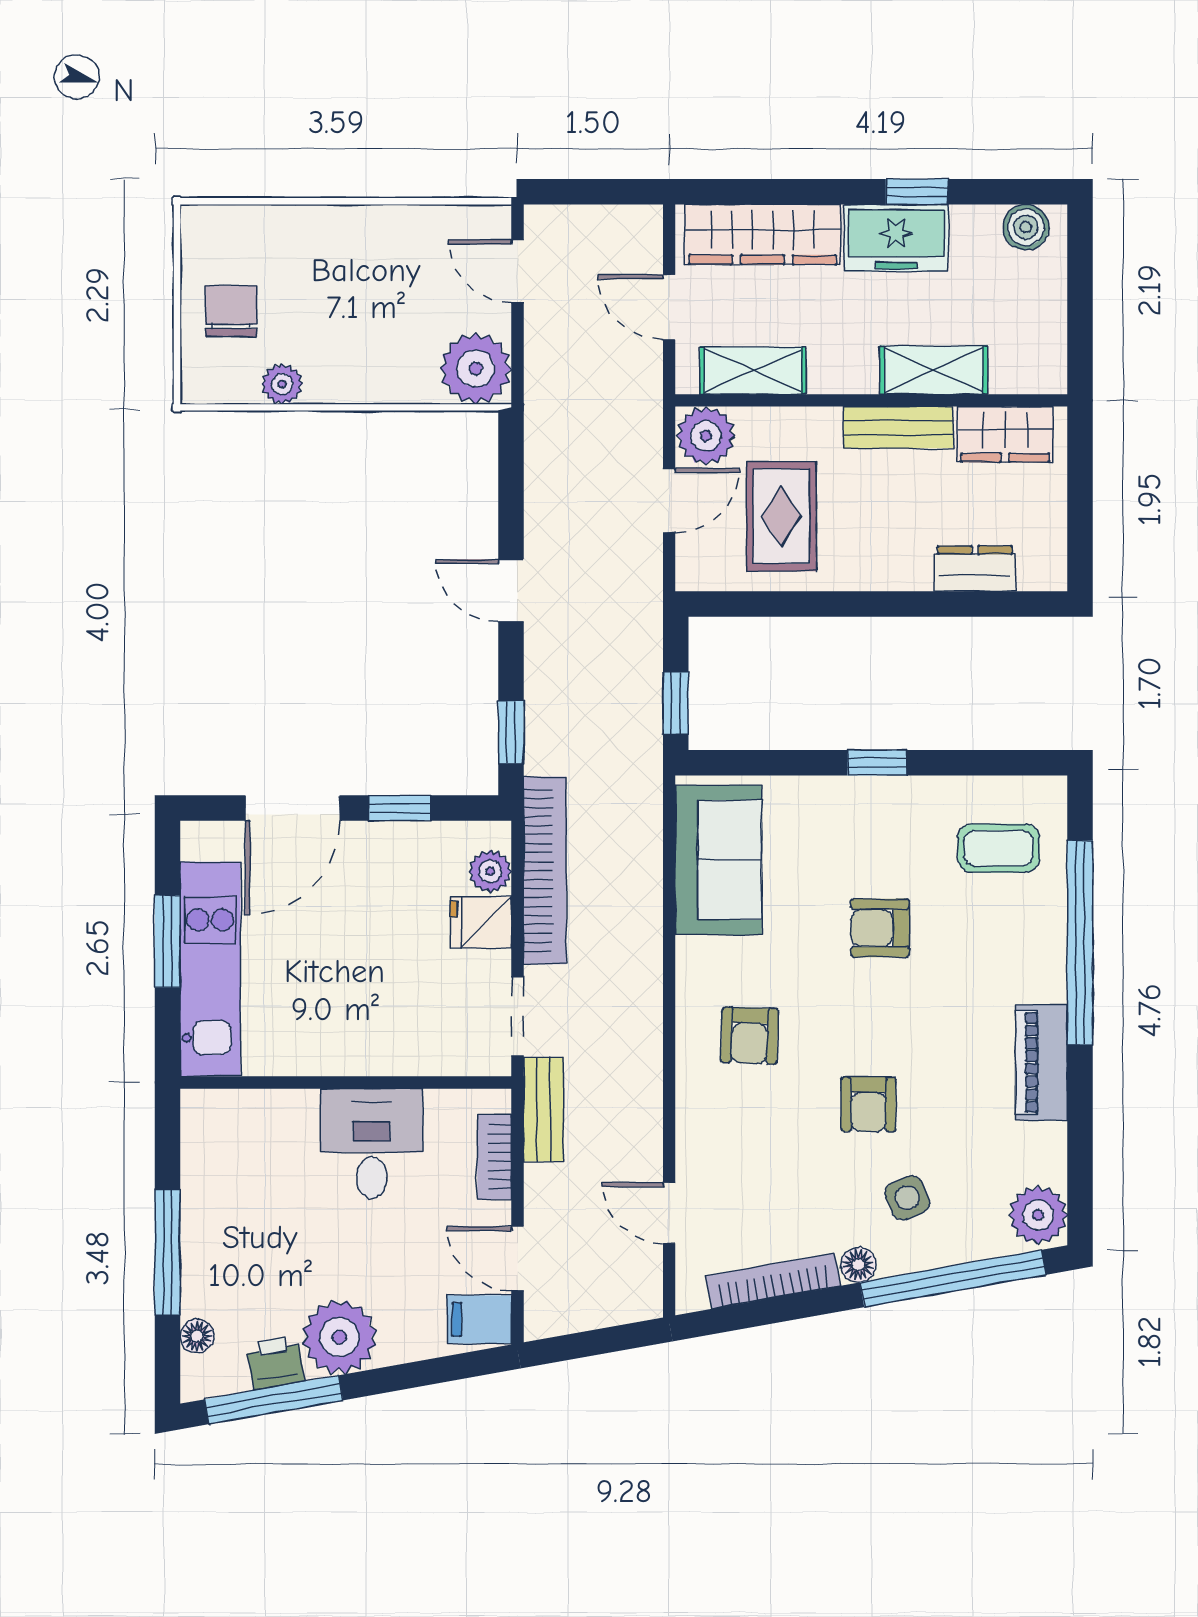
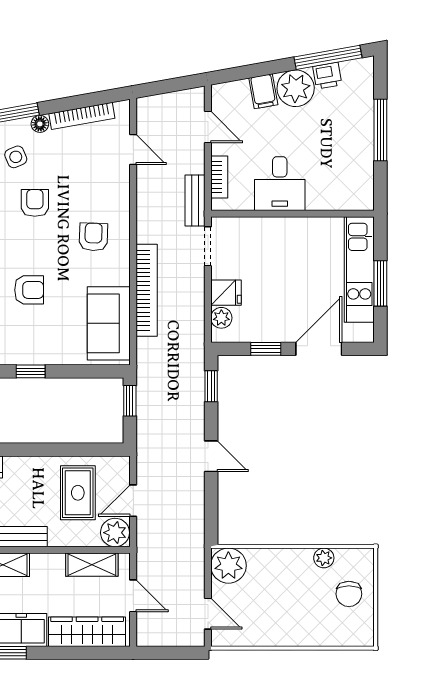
bookcase: (545, 870) -> (147, 290), moved, turned 180
filing cabinet: (479, 1319) -> (263, 91), moved, turned 80
floor lamp: (197, 1336) -> (366, 89), removed

